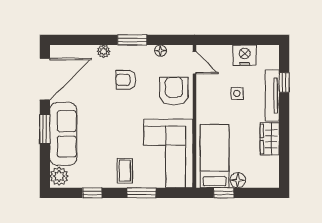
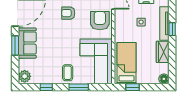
window: (284, 82) -> (172, 29), moved
sofa: (63, 134) -> (27, 43), width x0.73
floor lamp: (238, 180) -> (164, 79), moved

